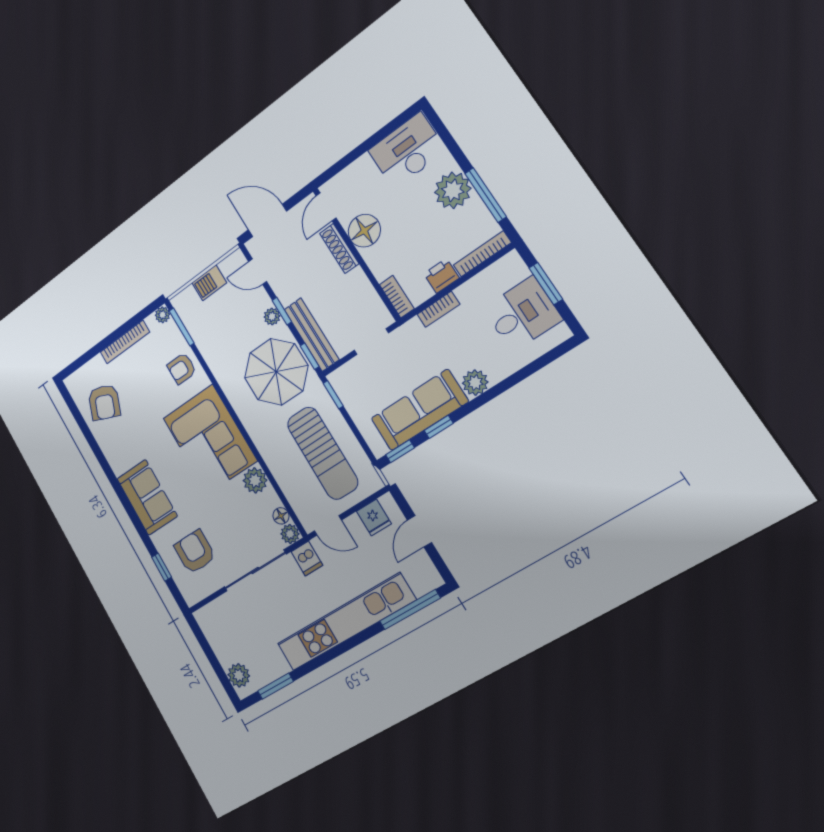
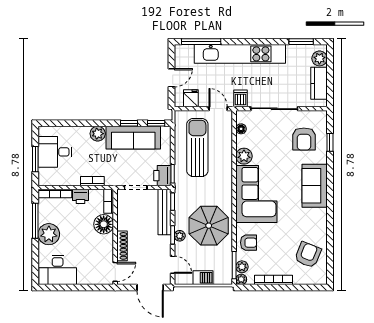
floor lamp: (364, 231) -> (104, 224), moved
parasol: (276, 372) -> (209, 226), moved
printer: (345, 383) -> (162, 176), added
plant: (290, 534) -> (242, 267), moved
kitchen counter: (220, 640) -> (319, 83), added

